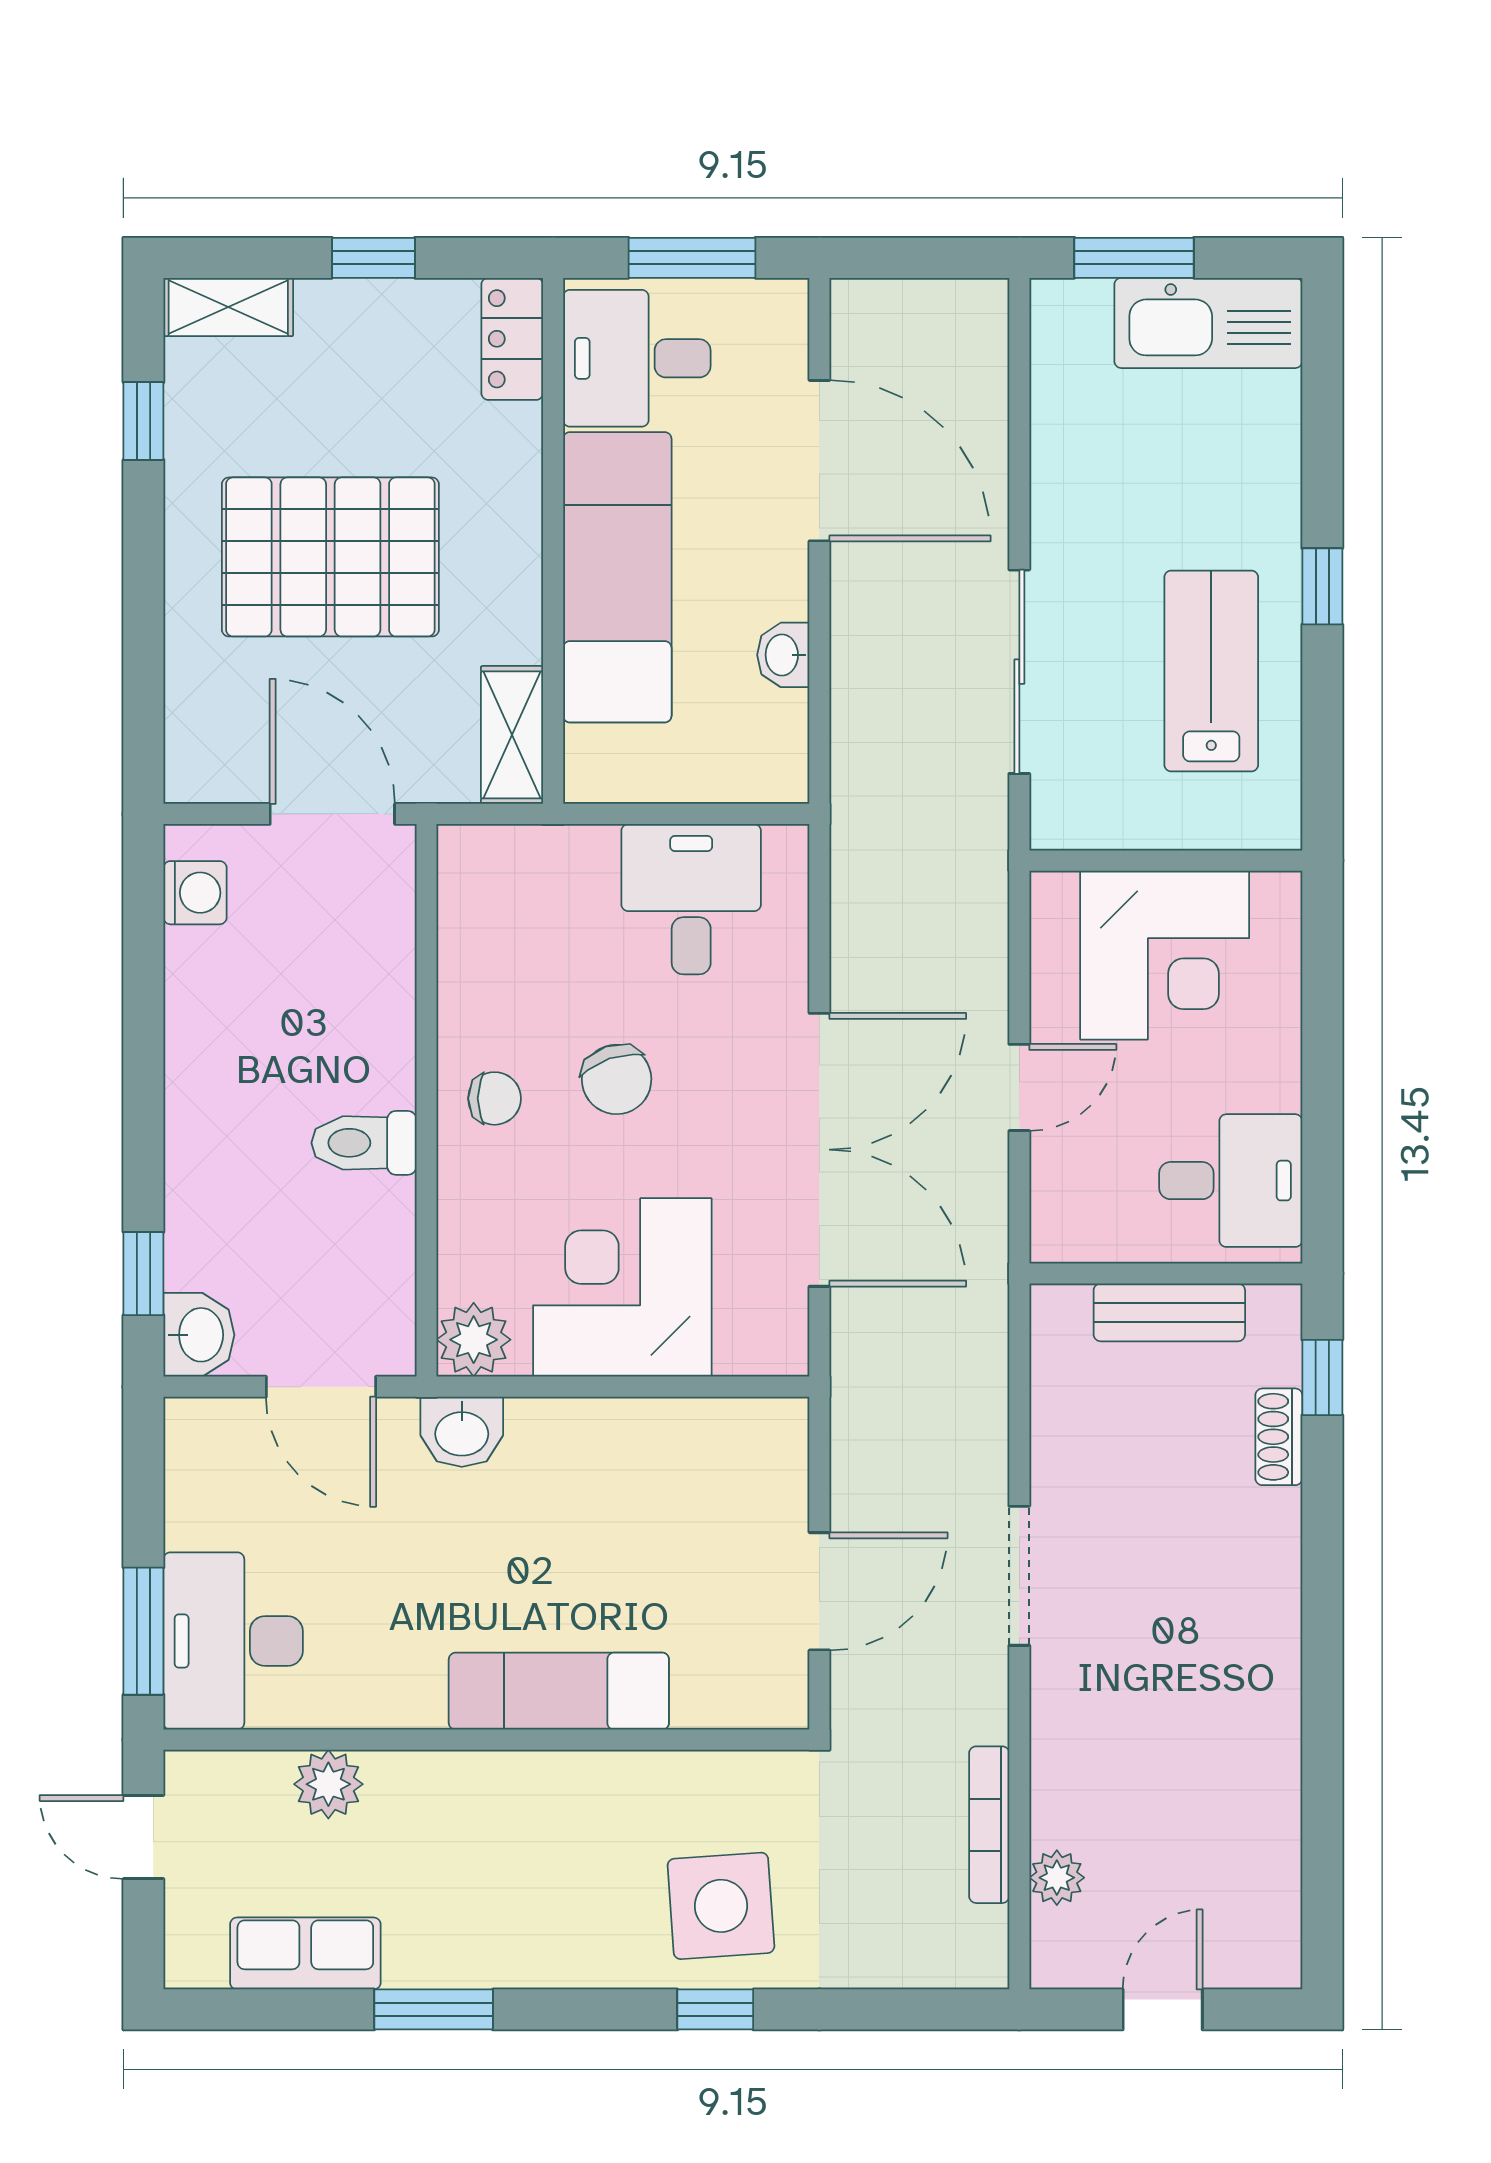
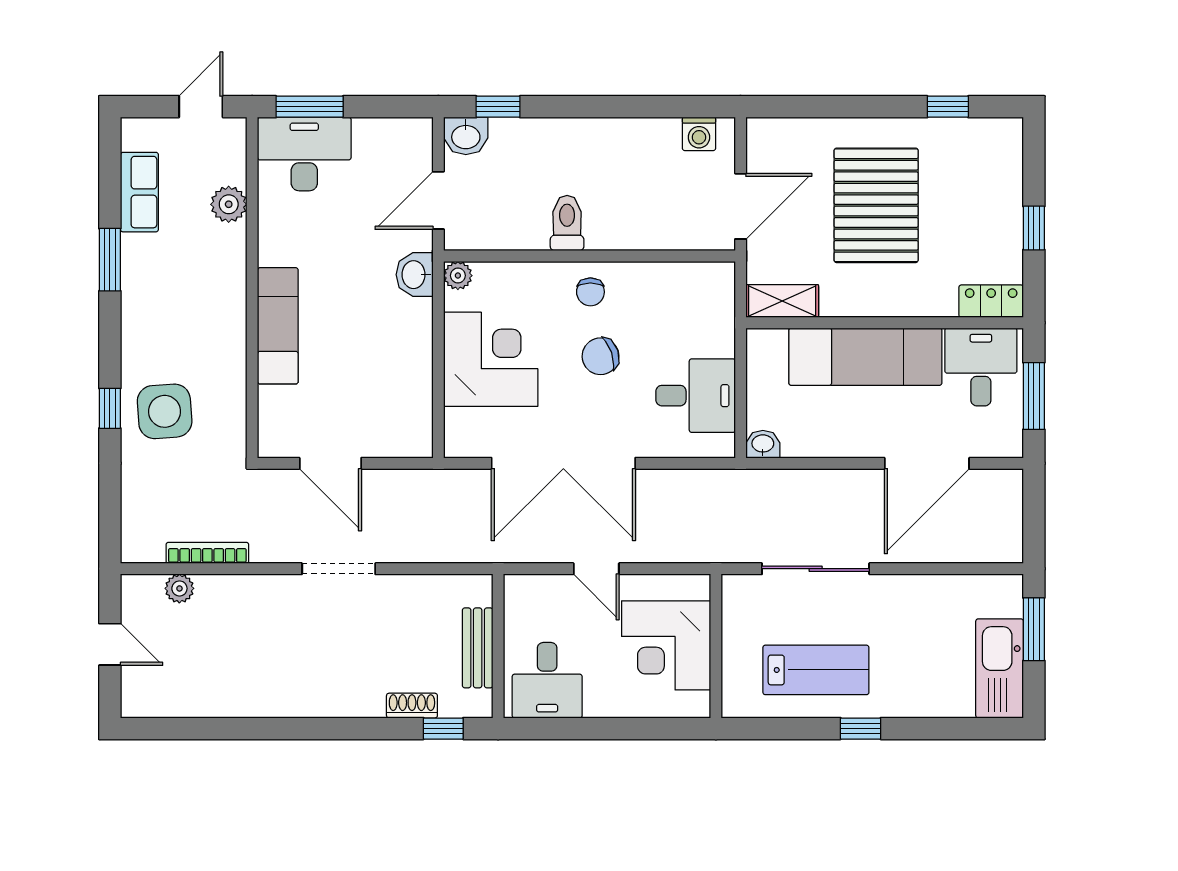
shelving: (228, 307) -> (1008, 151), removed
washbasin: (783, 655) -> (763, 444), moved
plant: (474, 1340) -> (458, 276), width x0.73, depth x0.73

